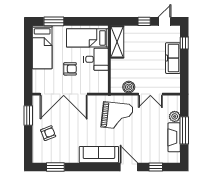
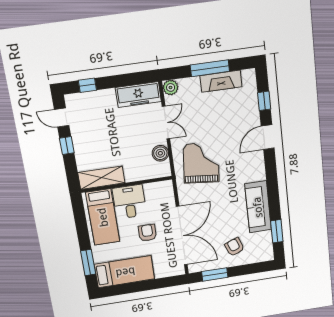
freezer: (173, 58) -> (138, 95), moved
plant: (175, 116) -> (171, 87), moved
sofa: (99, 155) -> (258, 207), moved

